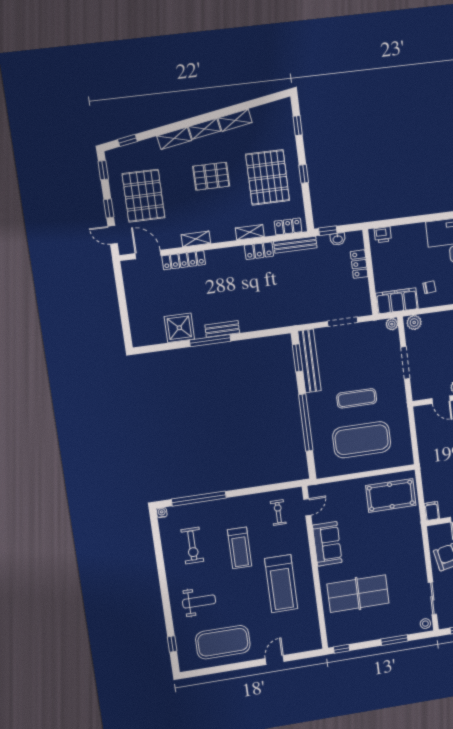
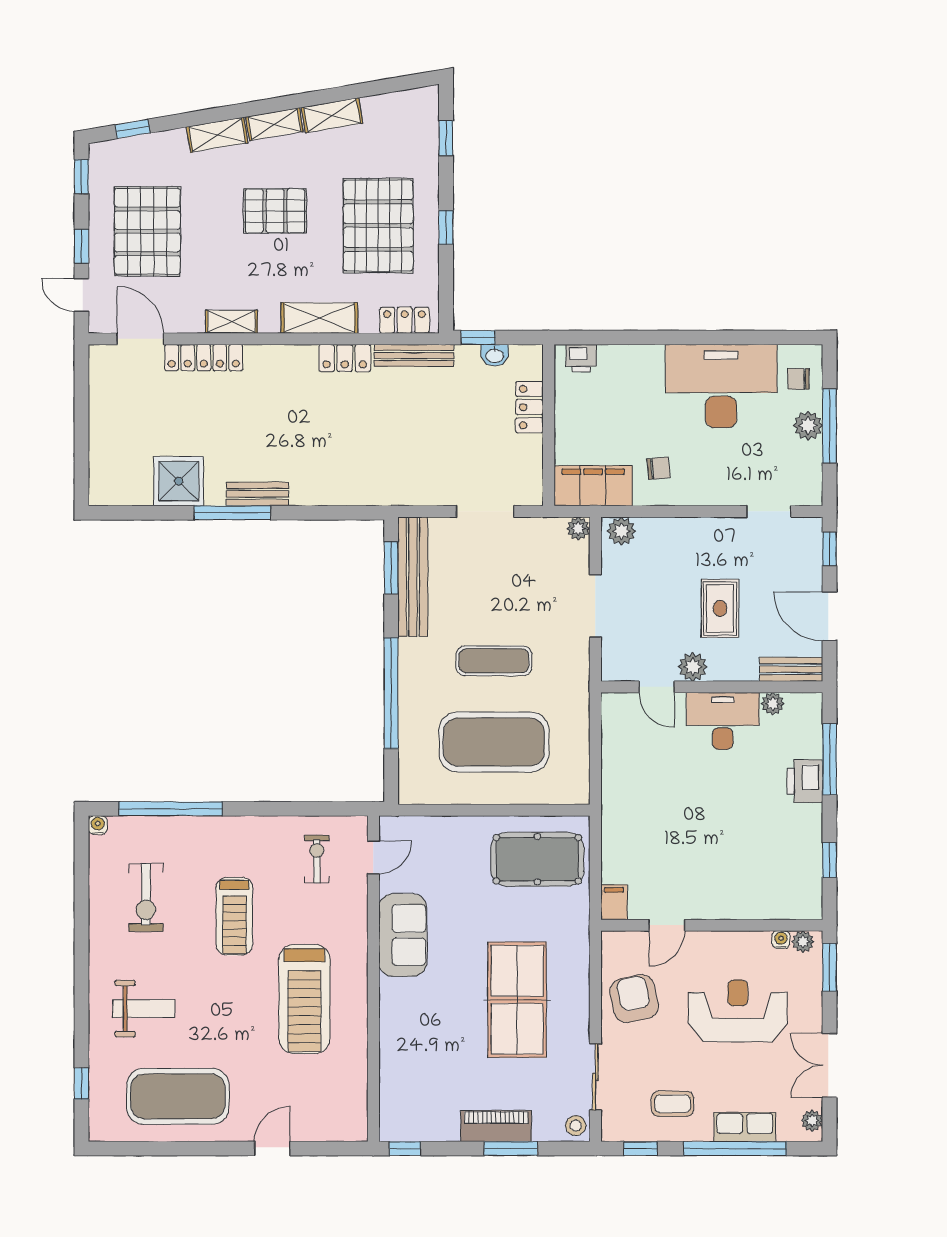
shelving: (250, 232) -> (319, 318), width x1.50, depth x1.33
table tennis table: (358, 594) -> (517, 1000), moved, turned 90
piano: (386, 630) -> (496, 1126), added

